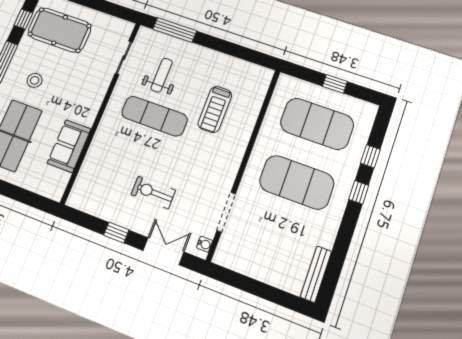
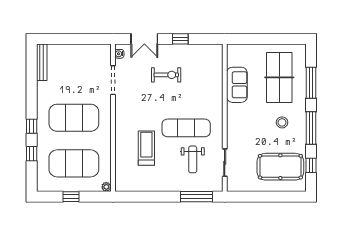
plant: (284, 80) -> (106, 187), added

